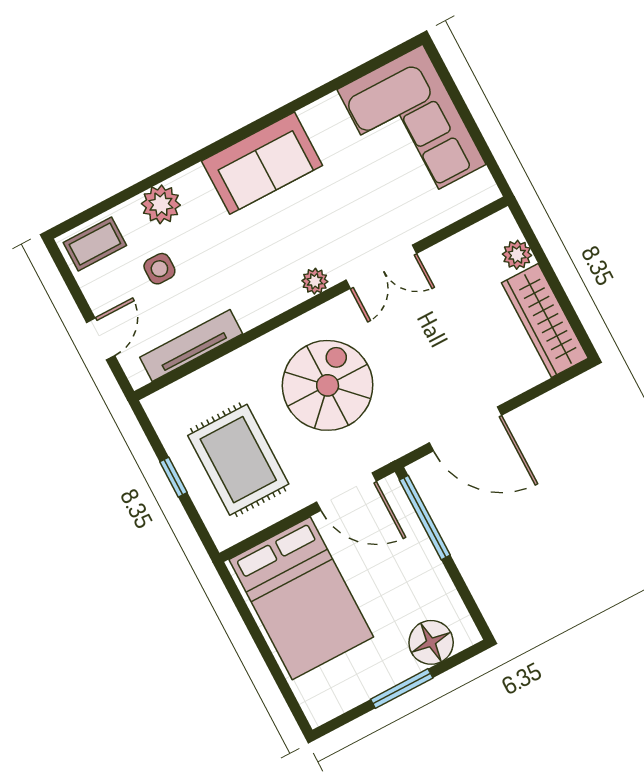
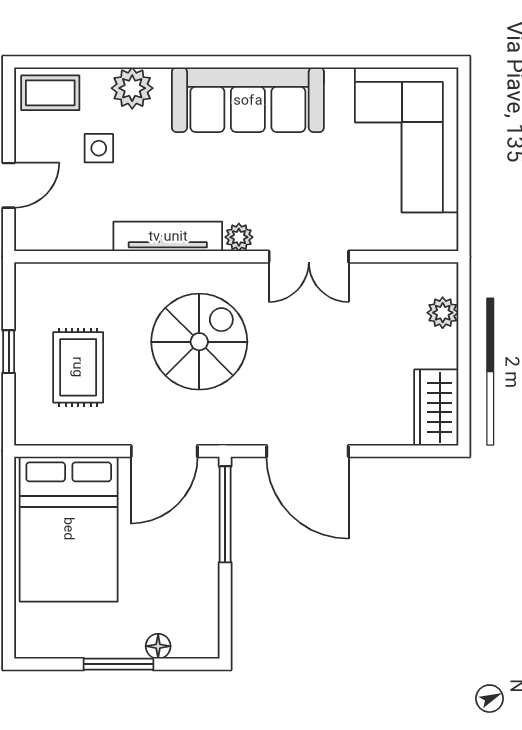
sofa: (262, 163) -> (248, 100), width x1.36
wardrobe: (545, 320) -> (436, 408), width x0.67
tv unit: (191, 345) -> (168, 236), moved
rug: (238, 460) -> (78, 367), width x0.73, depth x0.70
door: (346, 492) -> (164, 451), hinge flipped
floor lamp: (431, 642) -> (158, 646), width x0.53, depth x0.53

